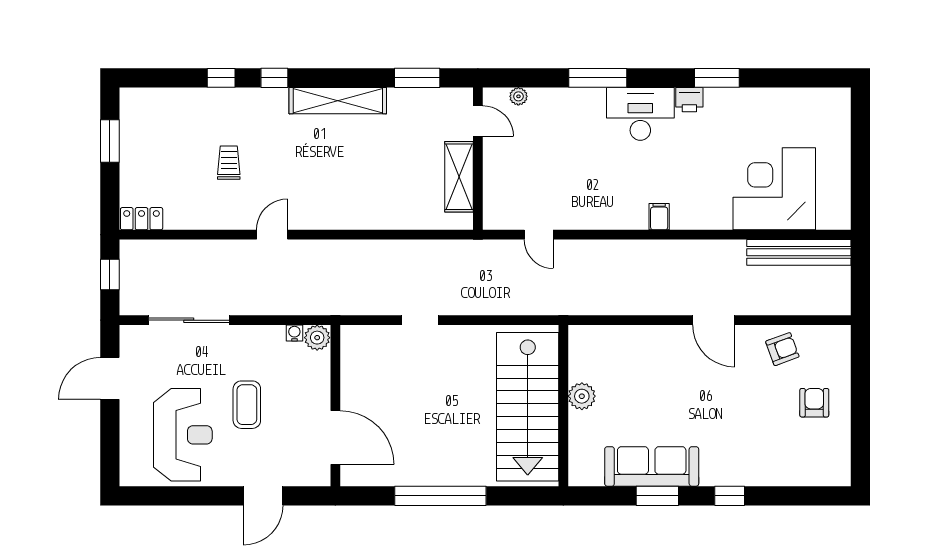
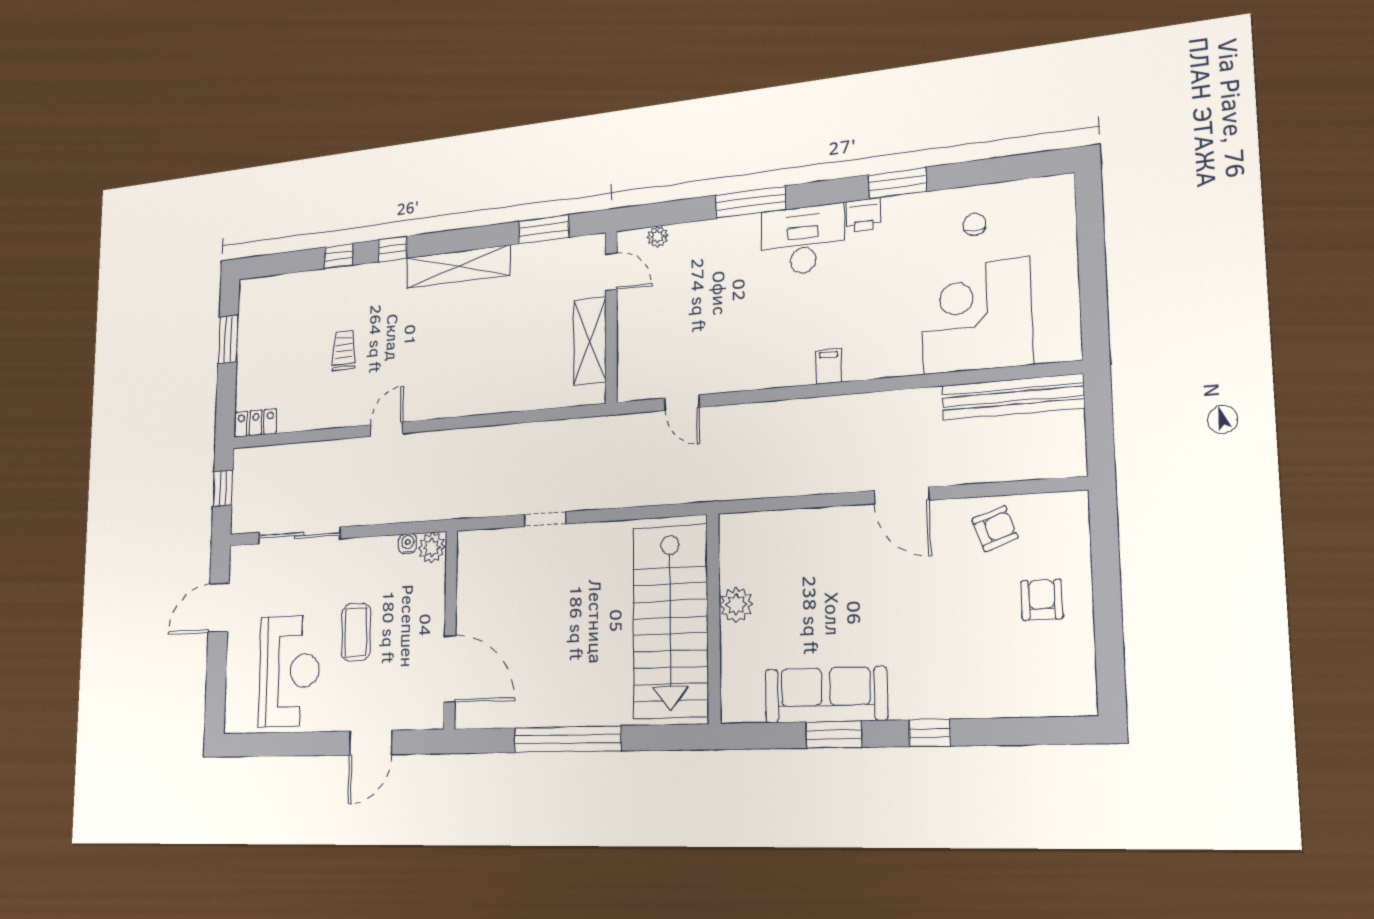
chair: (775, 118) -> (974, 224), added

